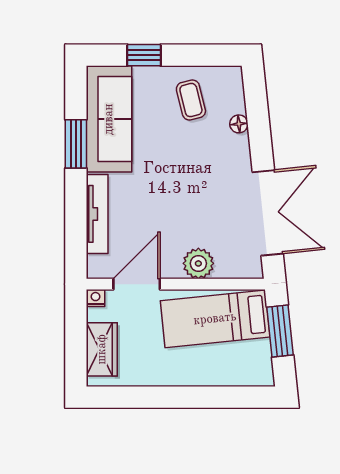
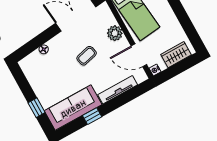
coffee table: (191, 100) -> (87, 56), moved
window: (76, 144) -> (92, 116), width x0.67

